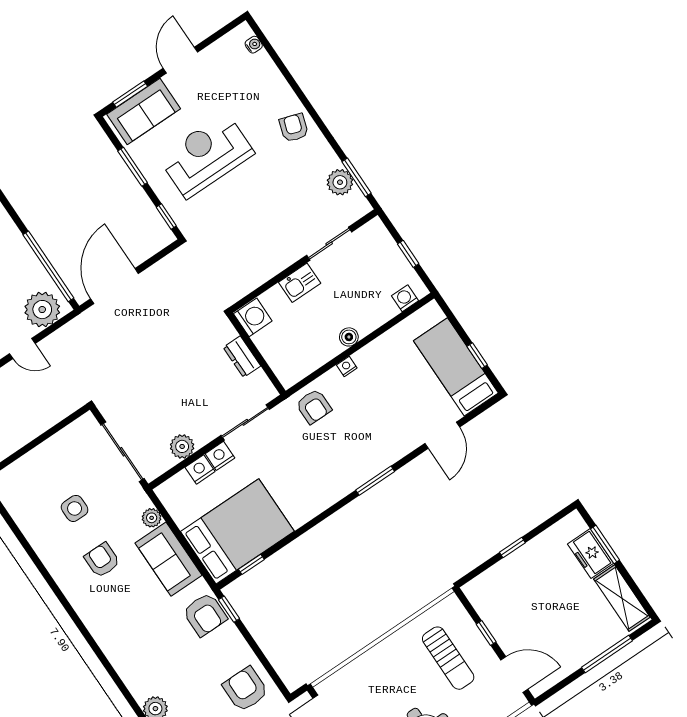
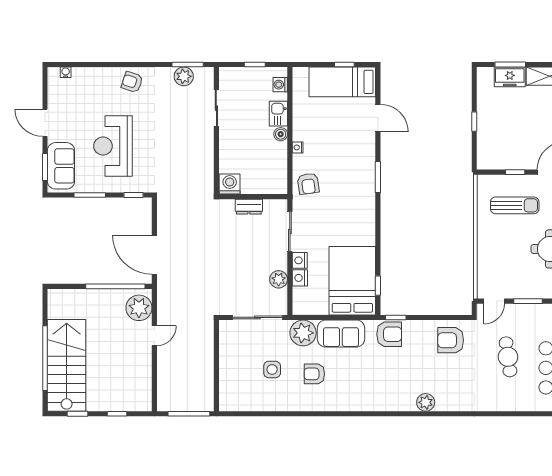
kitchen sink: (300, 283) -> (278, 114), moved, turned 180
armchair: (314, 406) -> (308, 184), turned 82
plant: (152, 518) -> (303, 333), width x1.87, depth x1.87

